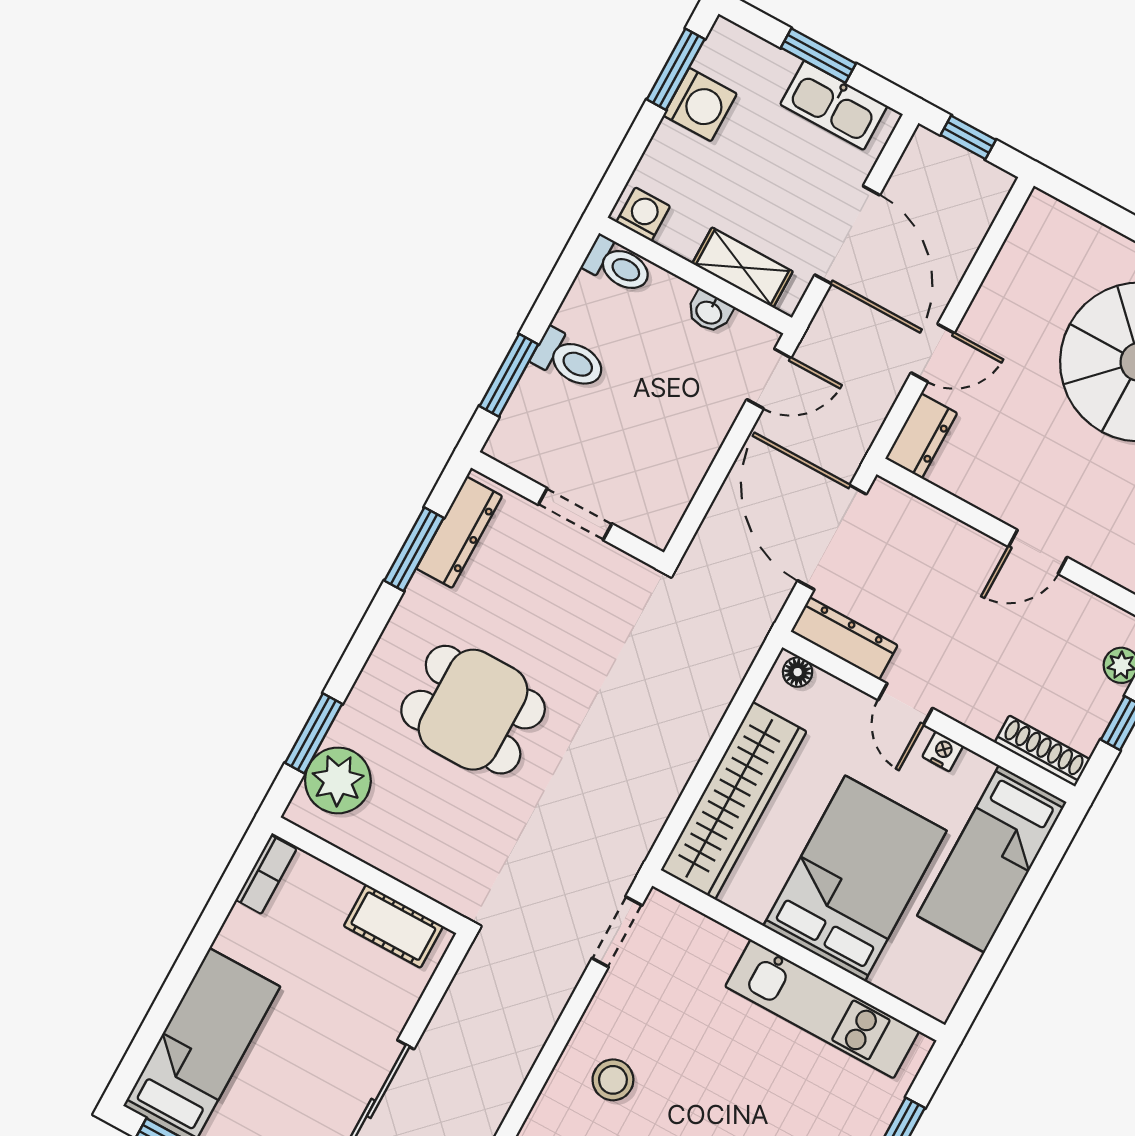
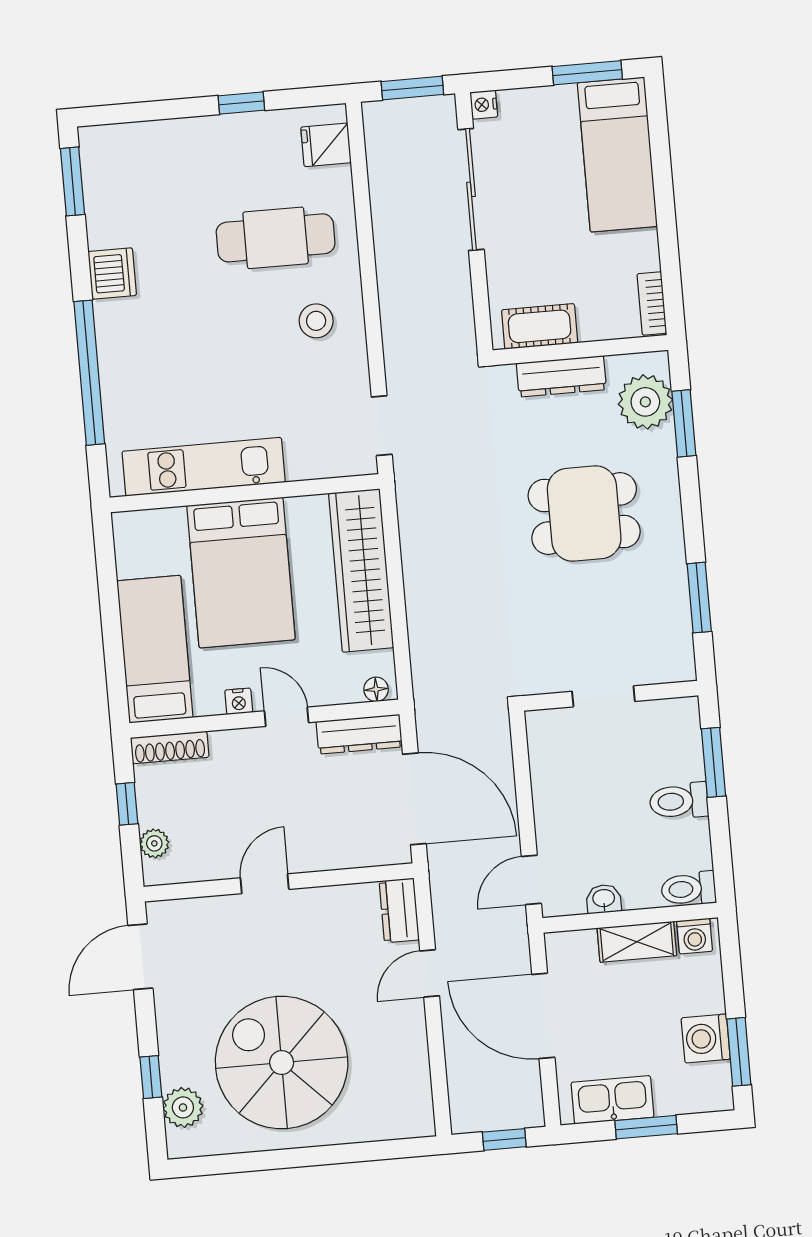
shelving: (743, 268) -> (637, 942), moved
dresser: (459, 532) -> (561, 376), moved, turned -90

